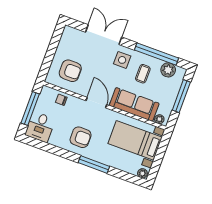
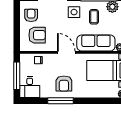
armchair: (72, 46) -> (31, 15), added
armchair: (81, 137) -> (64, 84), turned 90
window: (94, 165) -> (61, 101), moved

